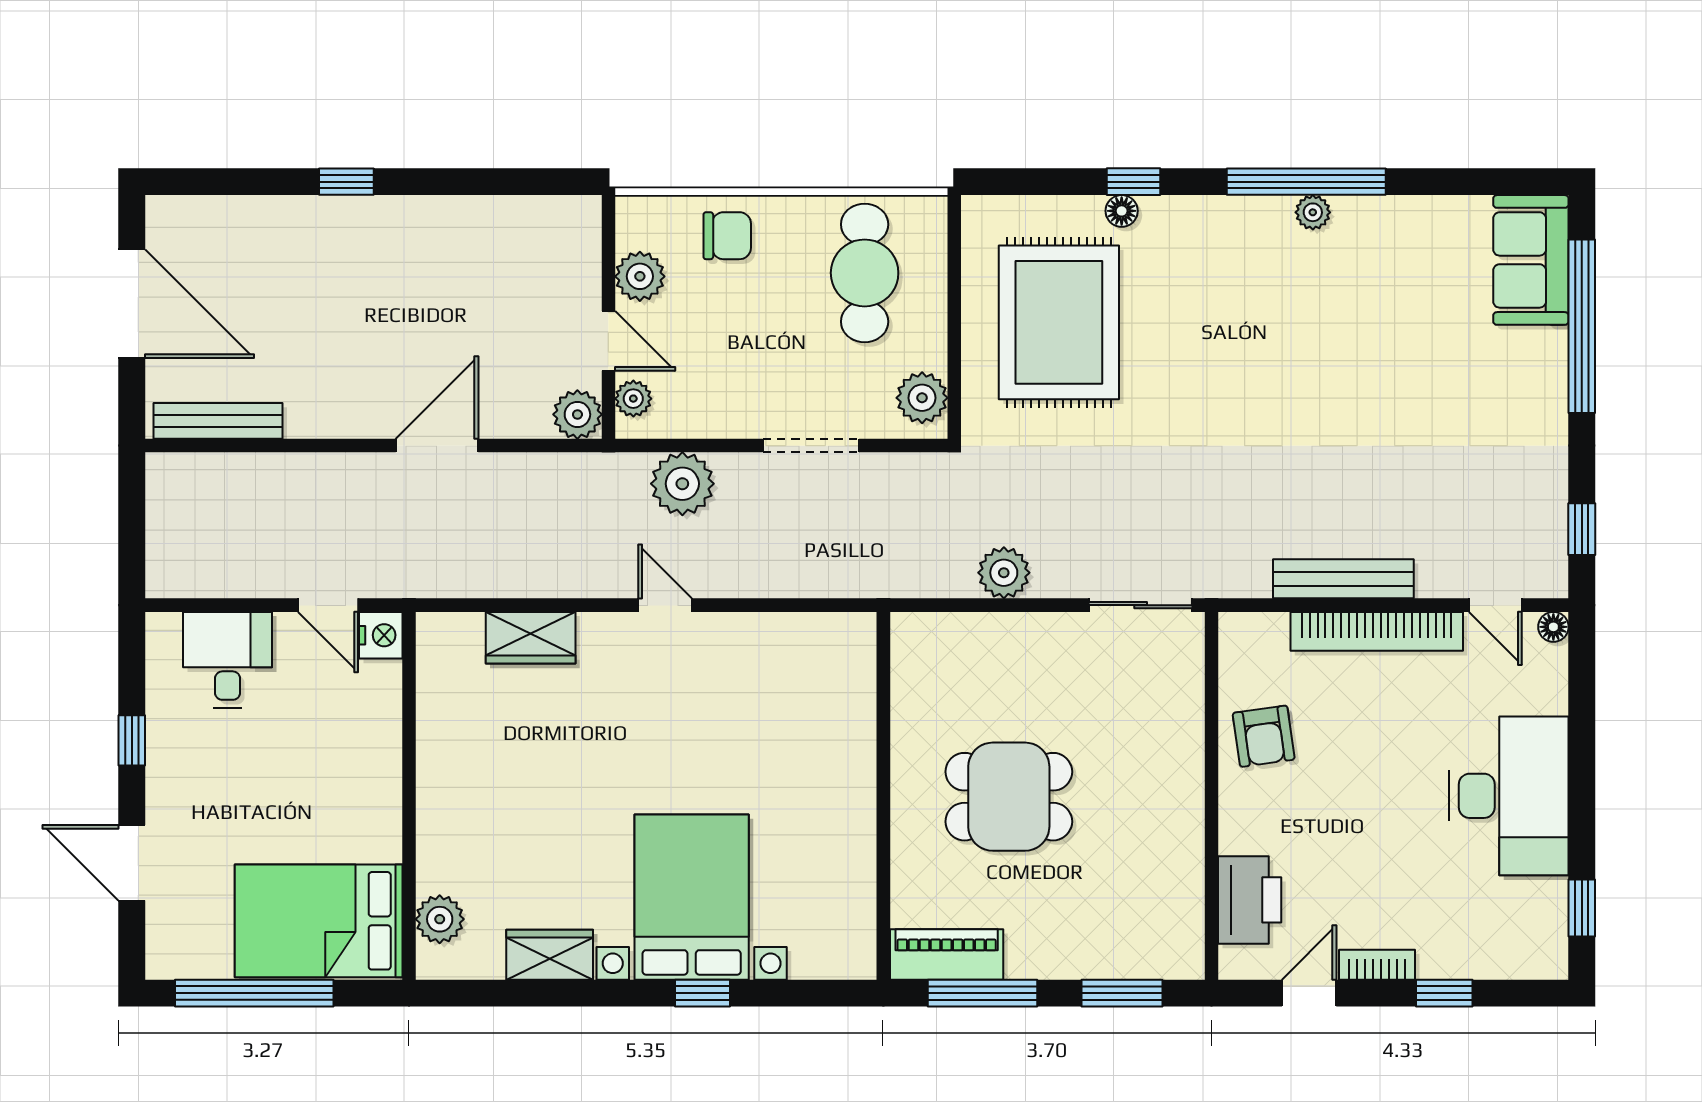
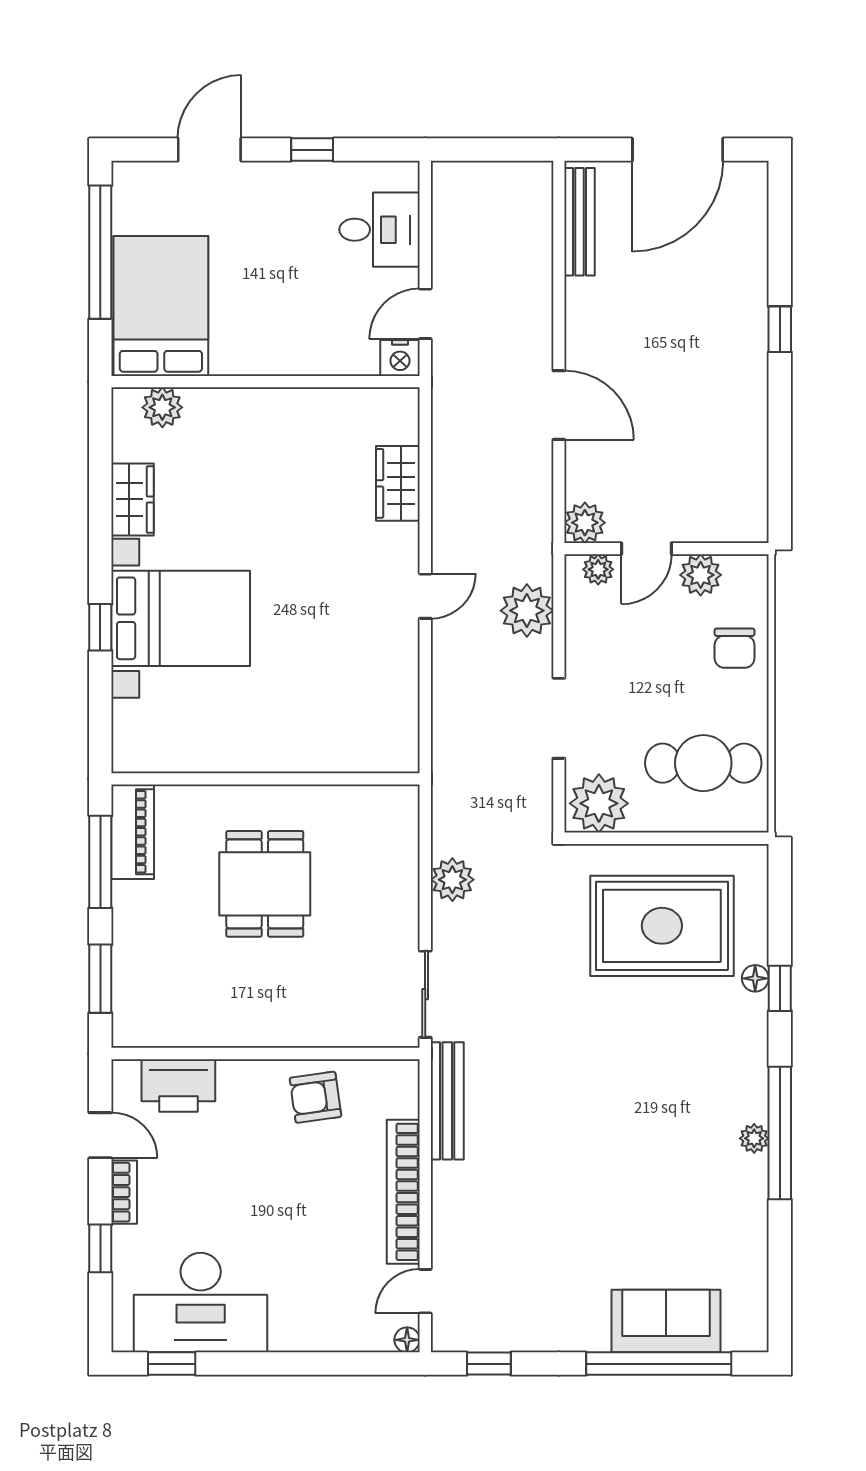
sofa: (1531, 260) -> (666, 1321), moved
plant: (922, 398) -> (599, 803), width x1.36, depth x1.36
bench: (1343, 579) -> (447, 1101), moved
desk: (1509, 796) -> (201, 1303), moved

